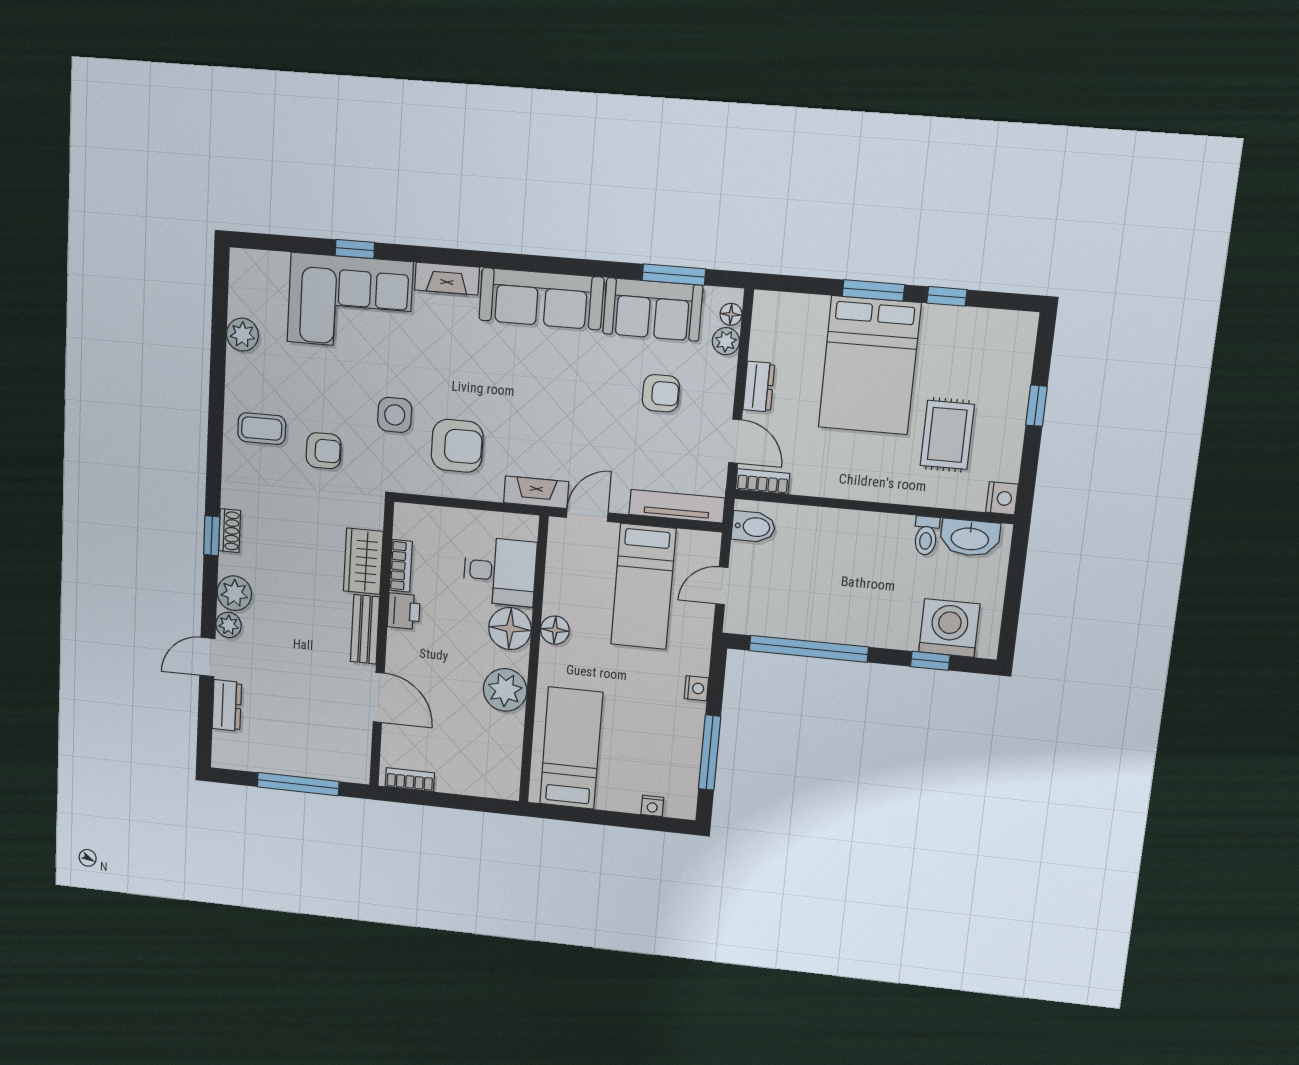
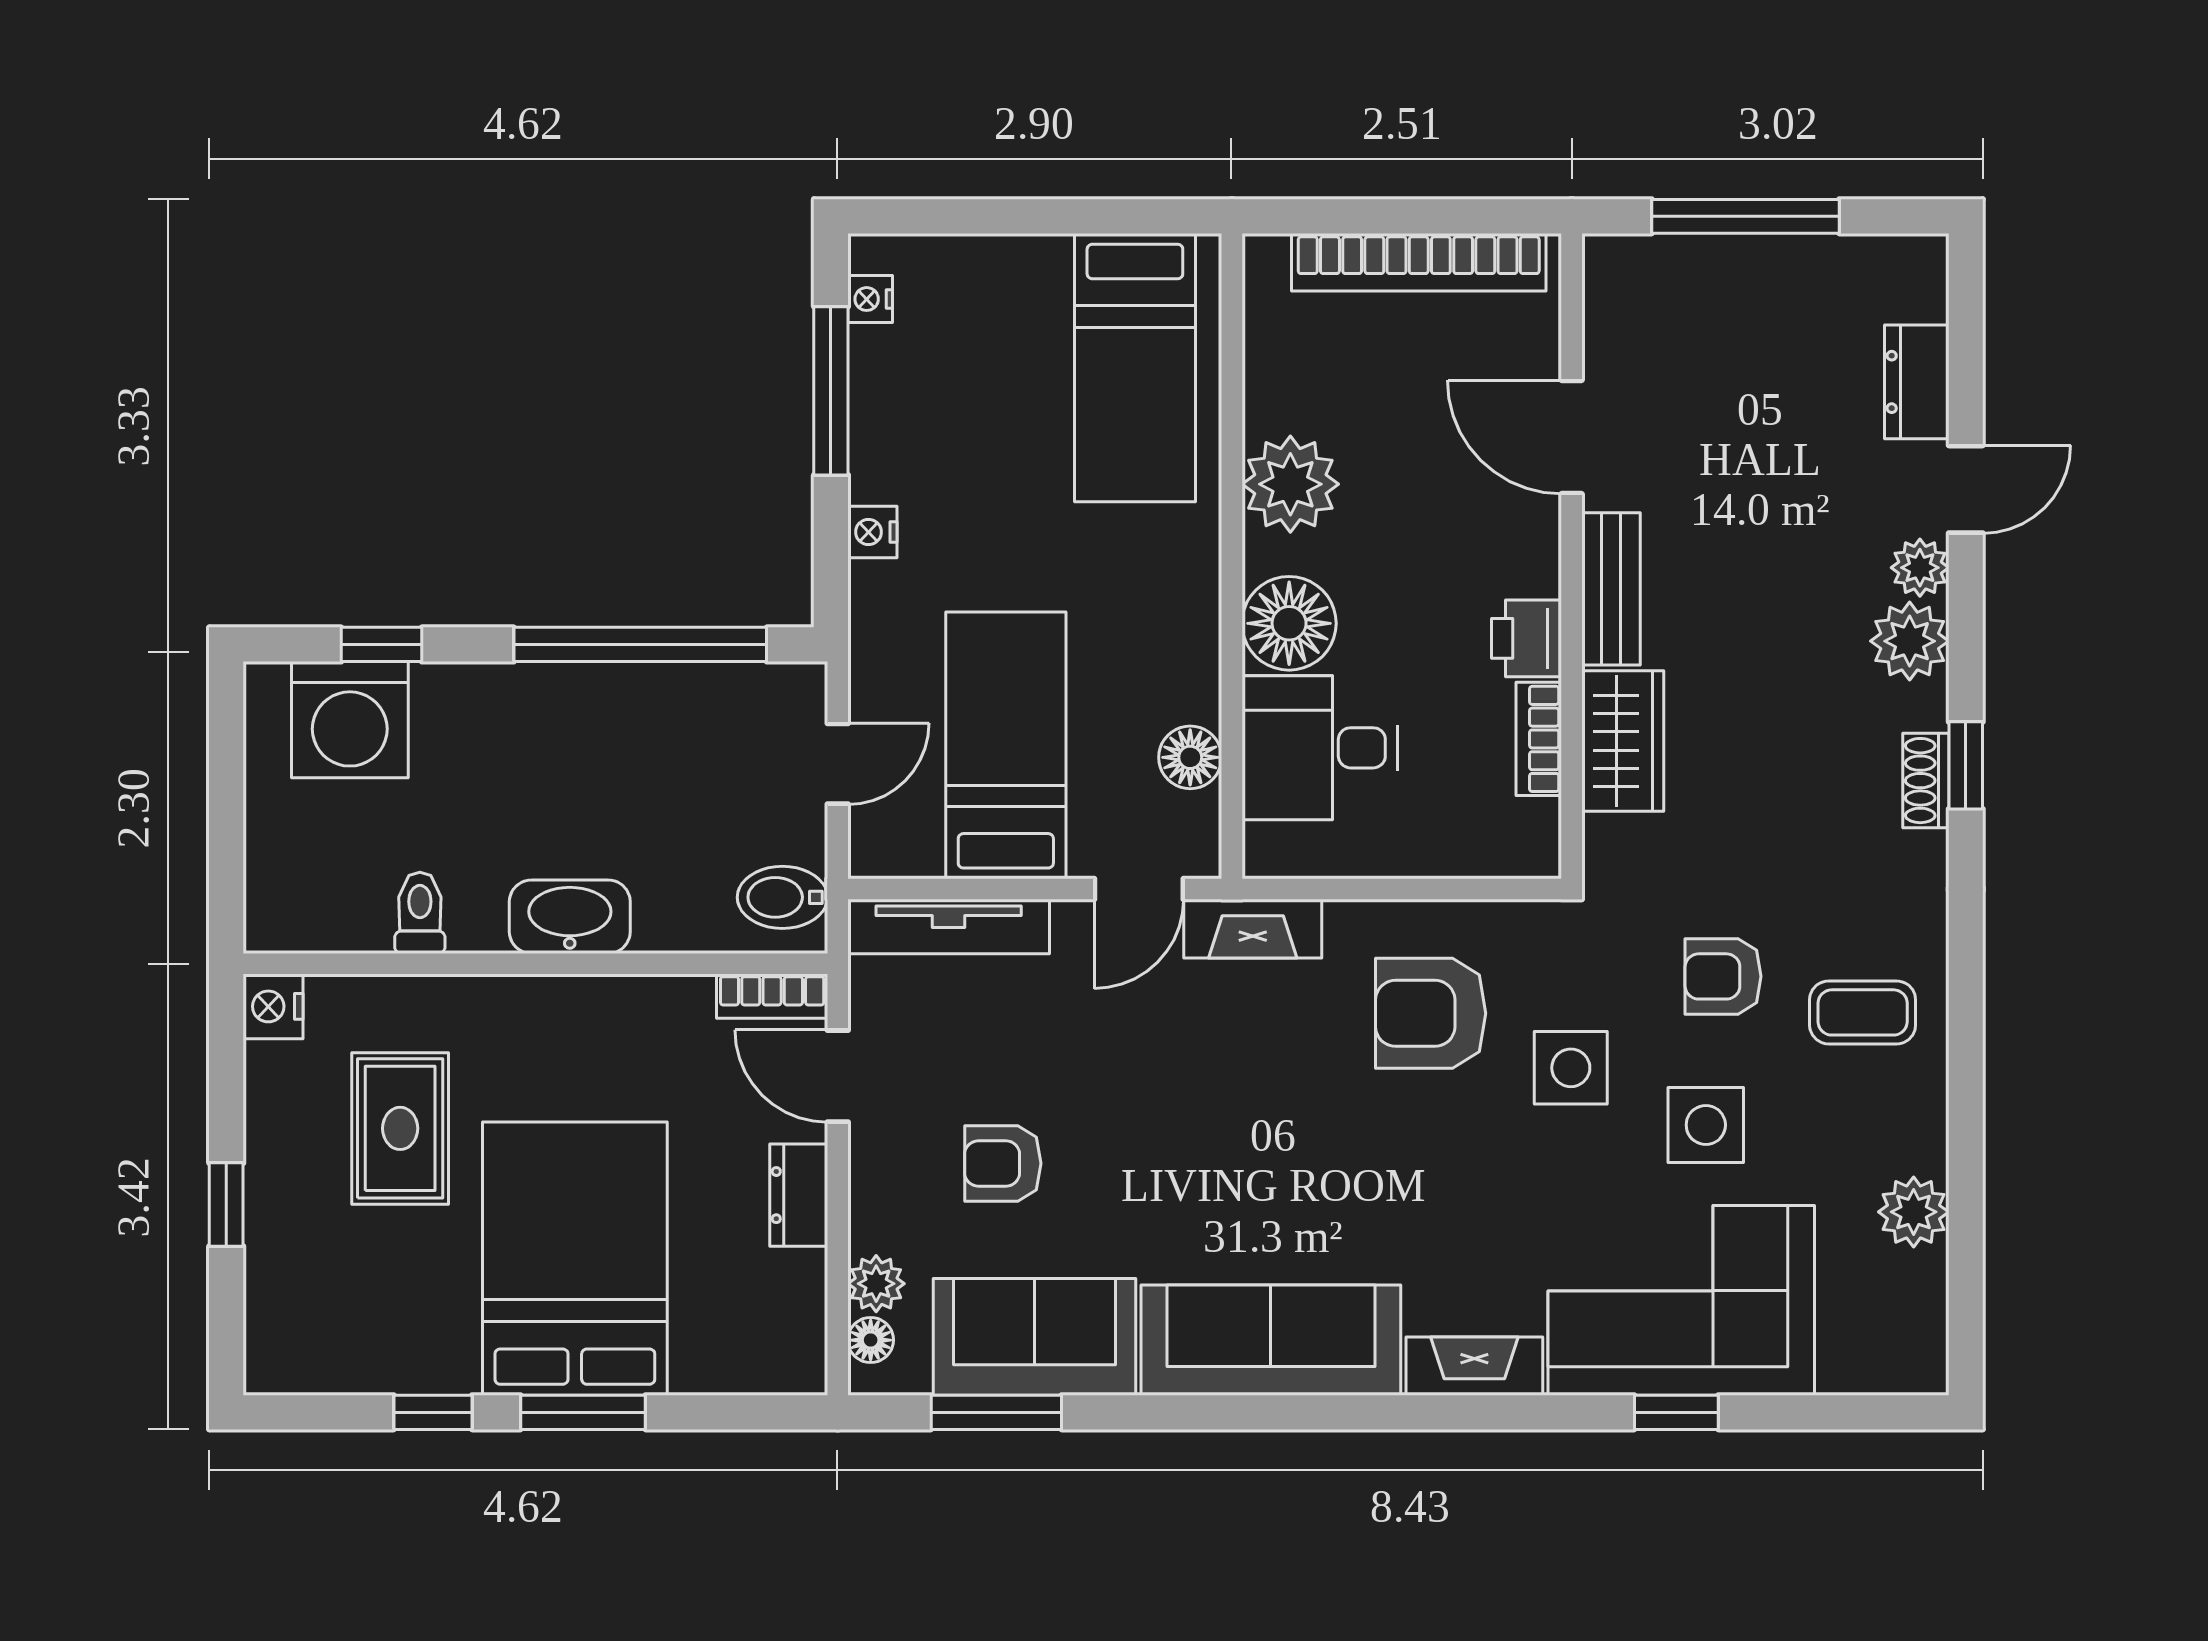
side table: (335, 383) -> (1706, 1125), added
washbasin: (970, 538) -> (570, 917), moved
floor lamp: (555, 630) -> (1190, 757), moved
bookcase: (410, 780) -> (1419, 262), width x2.31, depth x1.31
nightstand: (652, 806) -> (870, 299), moved, turned -90

